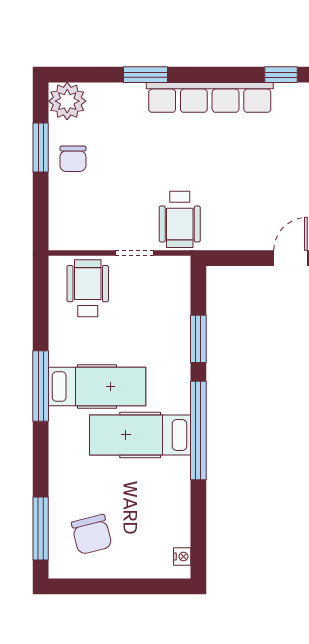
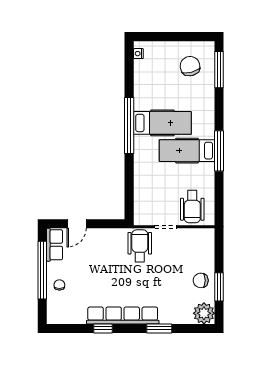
window: (281, 75) -> (103, 328), moved
chair: (73, 159) -> (201, 280), turned -90
window: (198, 339) -> (129, 178), removed

